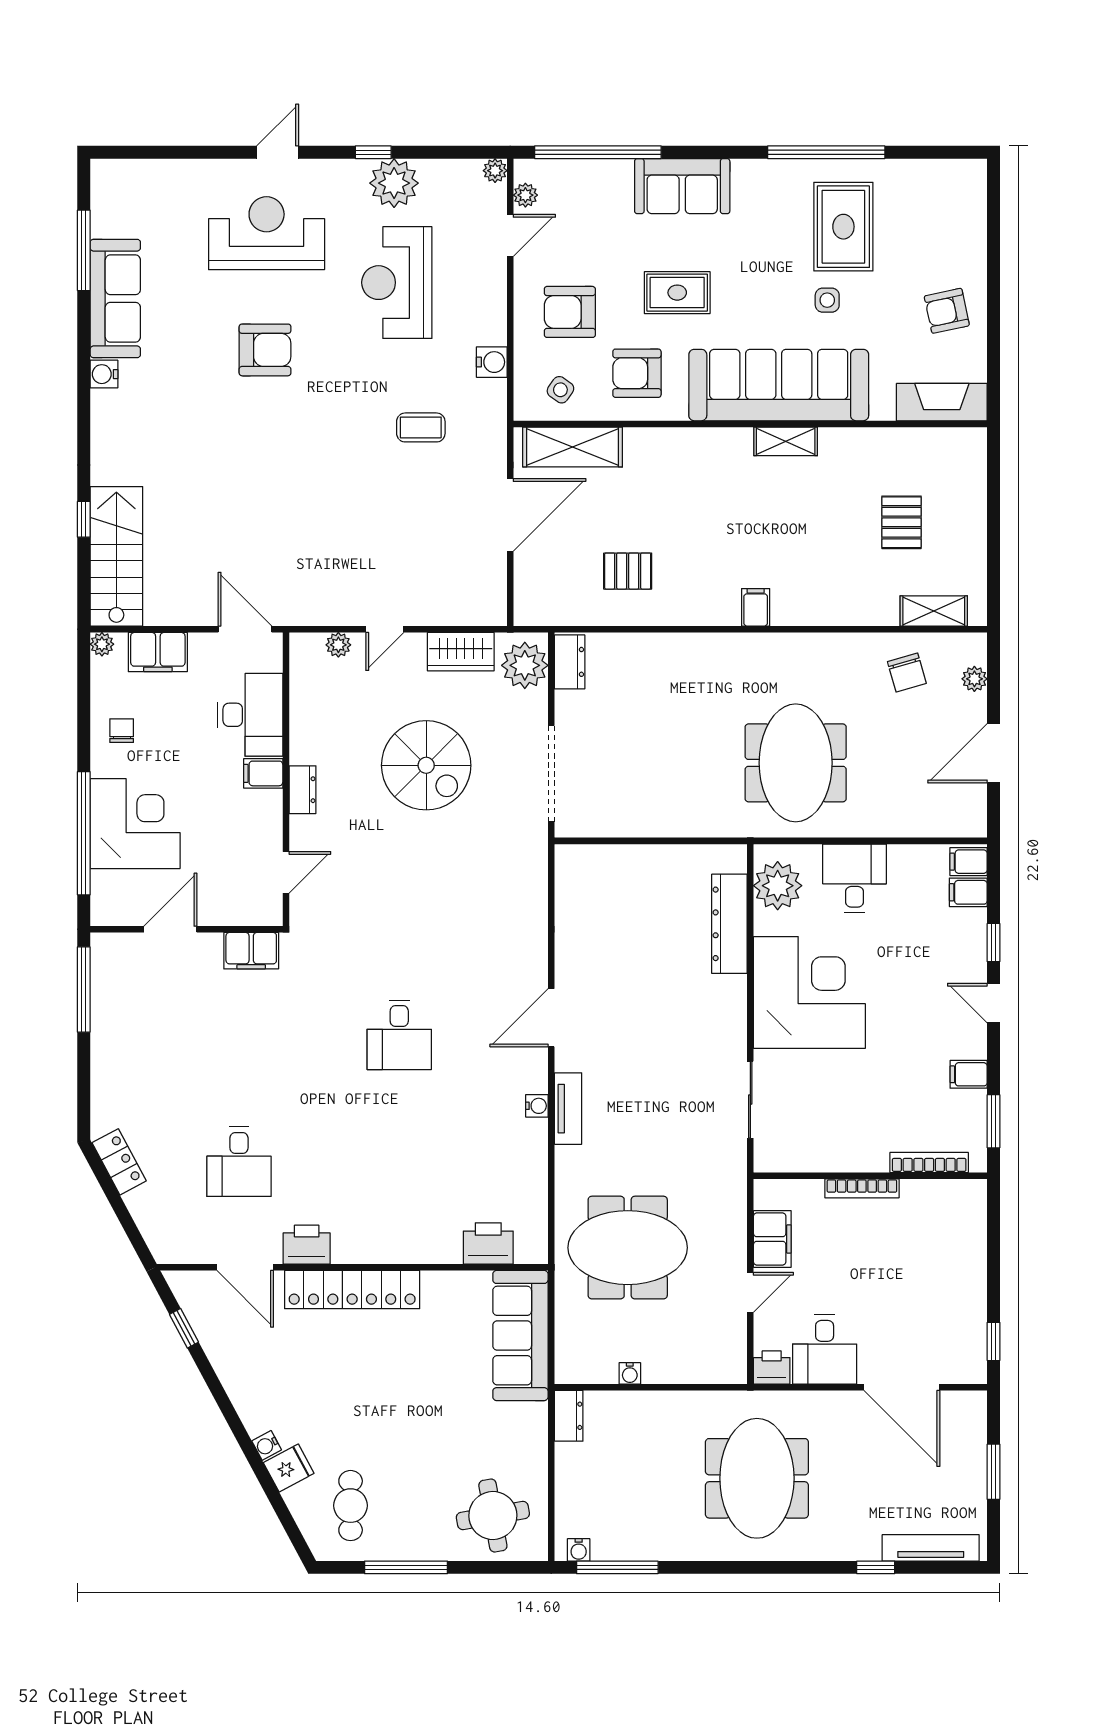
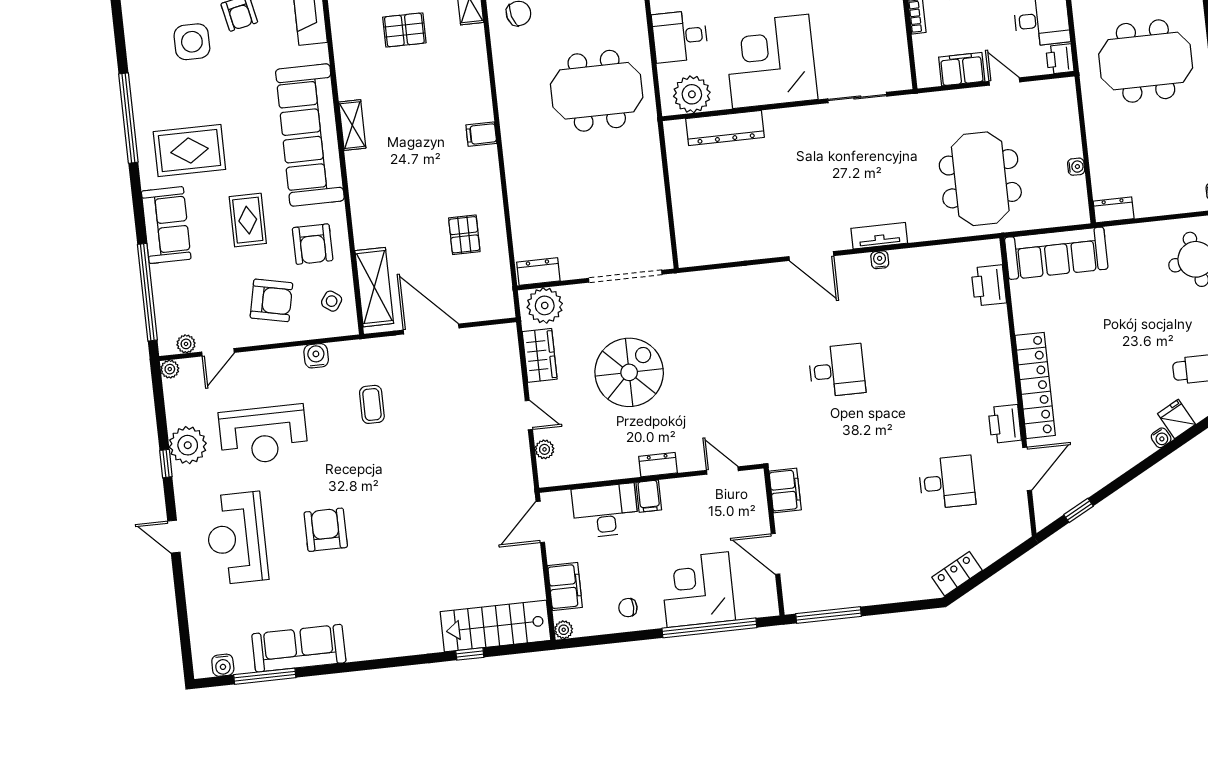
rug: (843, 227) -> (189, 151), moved
door: (510, 235) -> (218, 352), swing flipped
side table: (827, 300) -> (192, 42), moved, width x1.87, depth x1.87
armchair: (570, 312) -> (271, 300), turned -78
water cooler: (104, 374) -> (223, 665), moved

